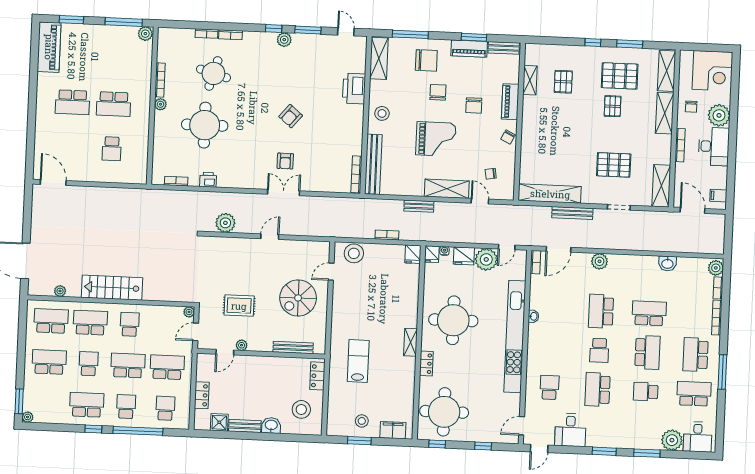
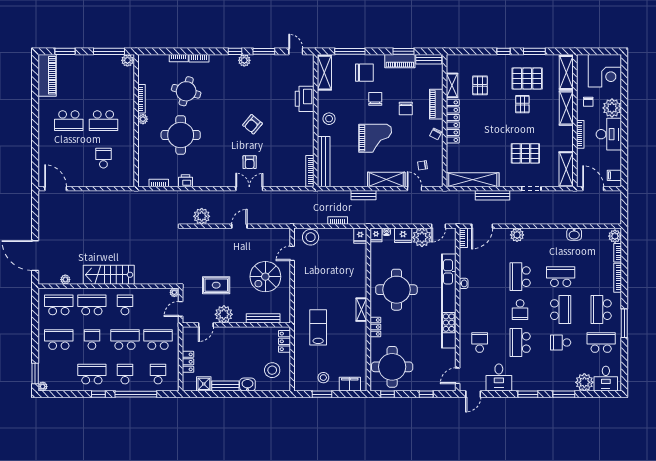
locker: (529, 123) -> (453, 121), added
school desk: (112, 149) -> (103, 158), turned 180
plant: (242, 345) -> (224, 314), width x1.88, depth x1.88

